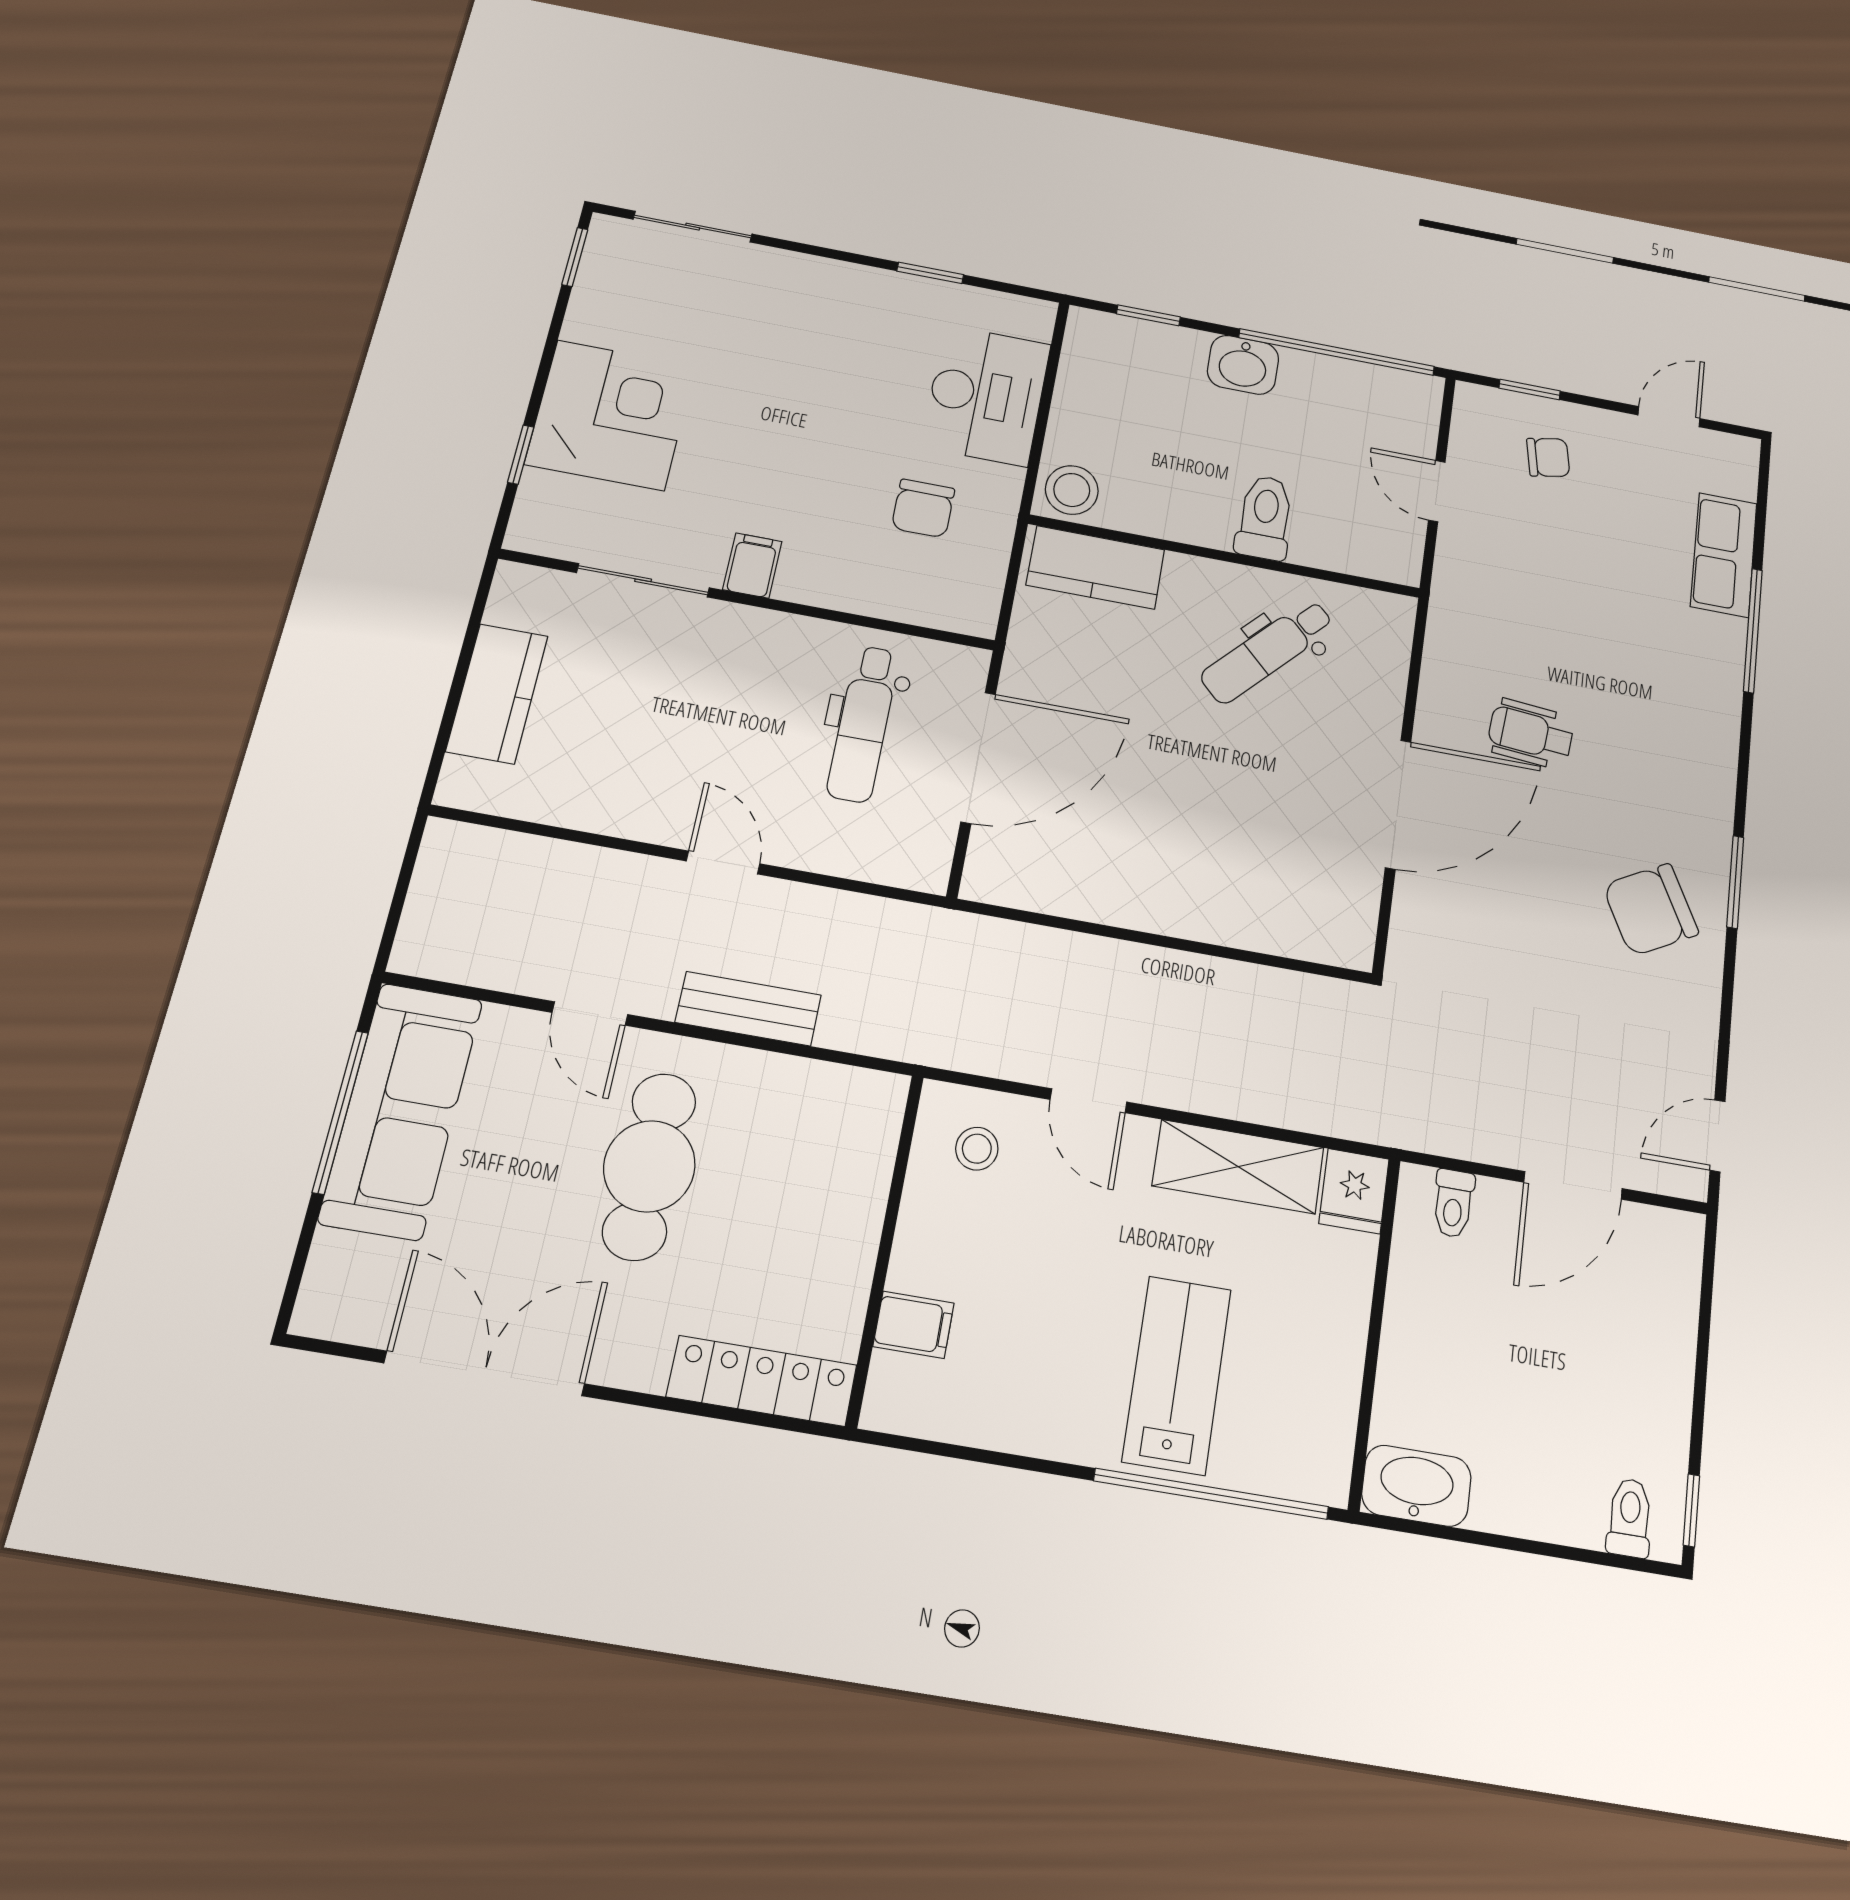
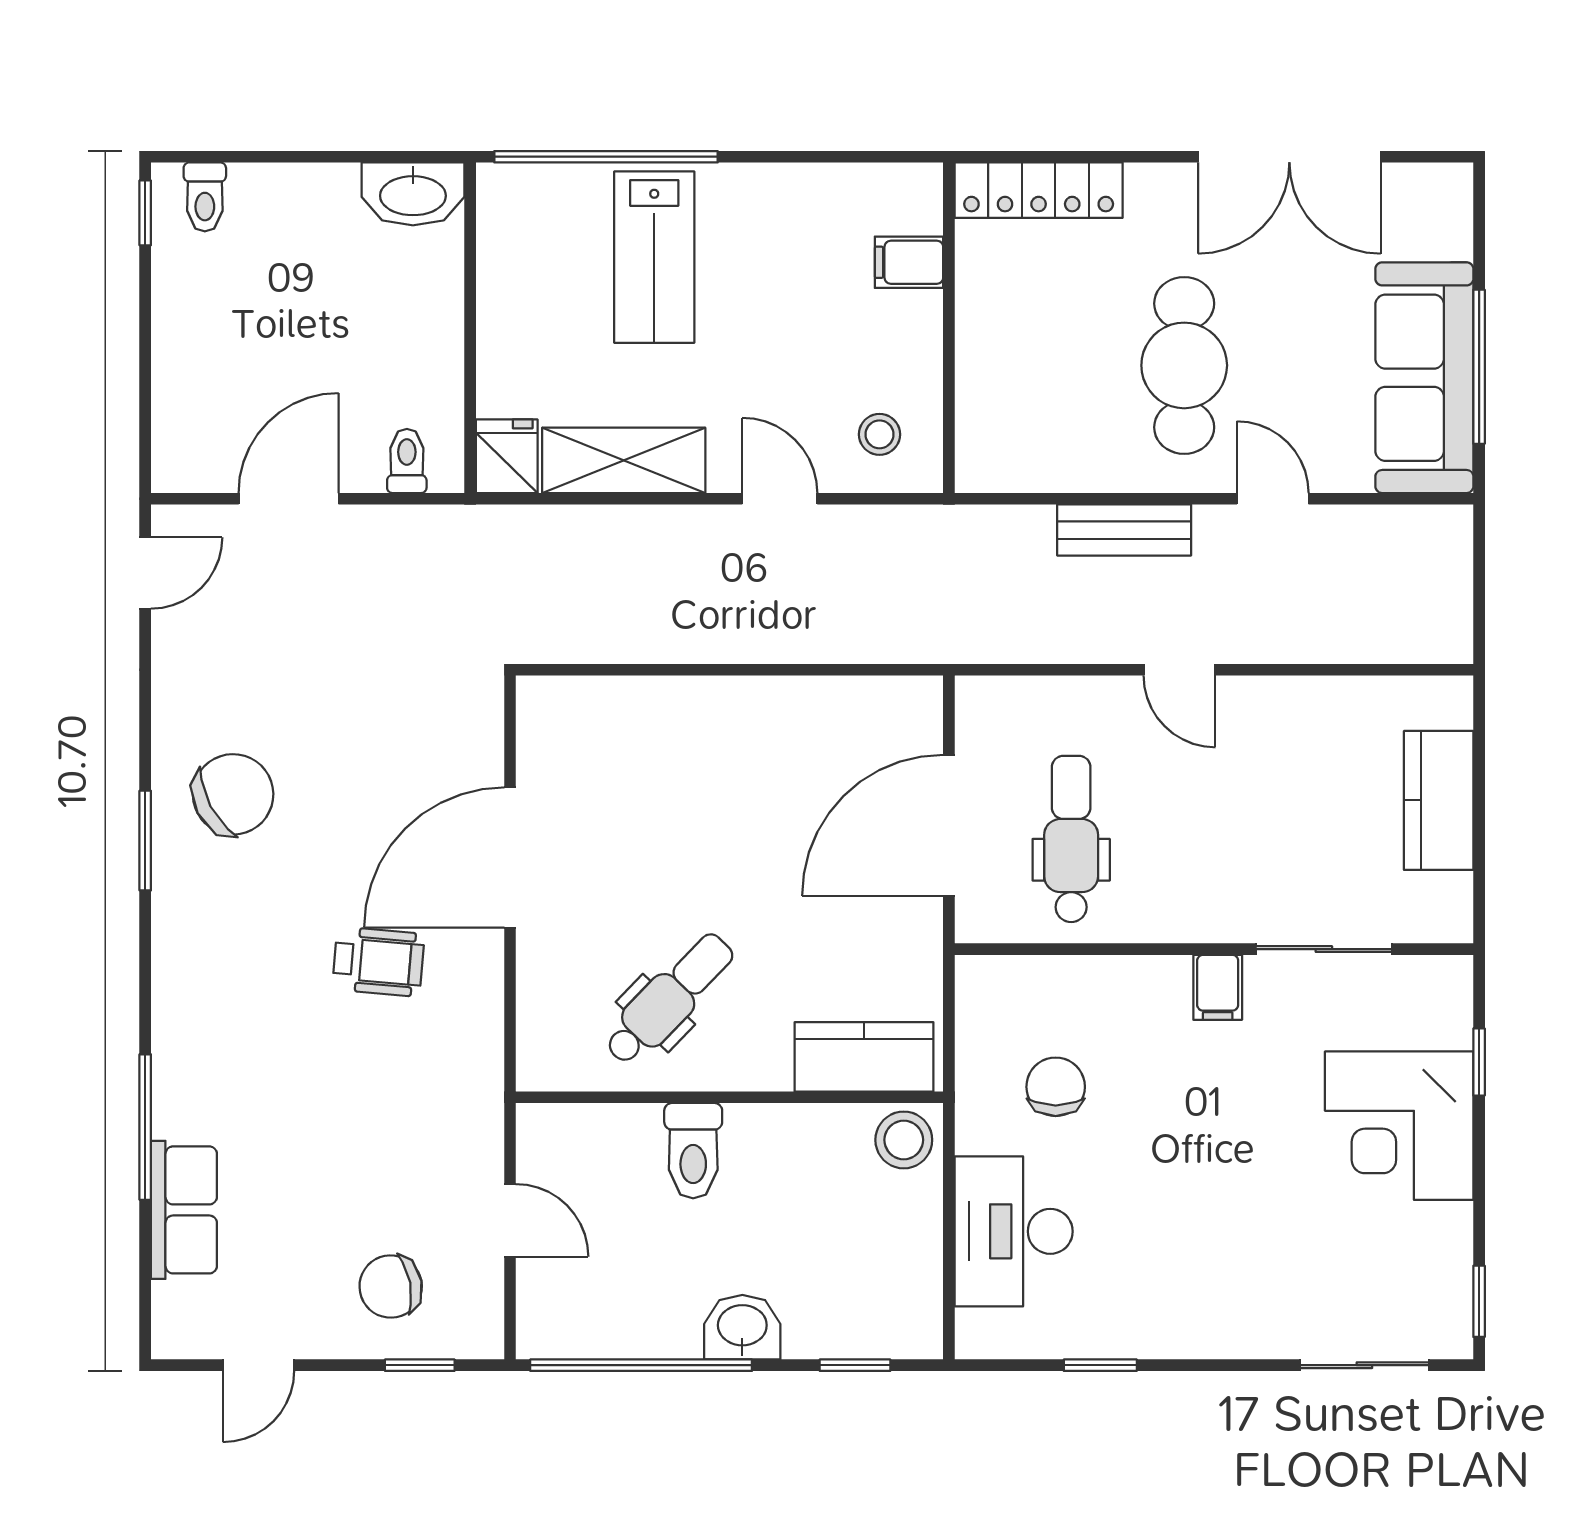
chair: (1548, 457) -> (391, 1286), width x1.37, depth x1.37

